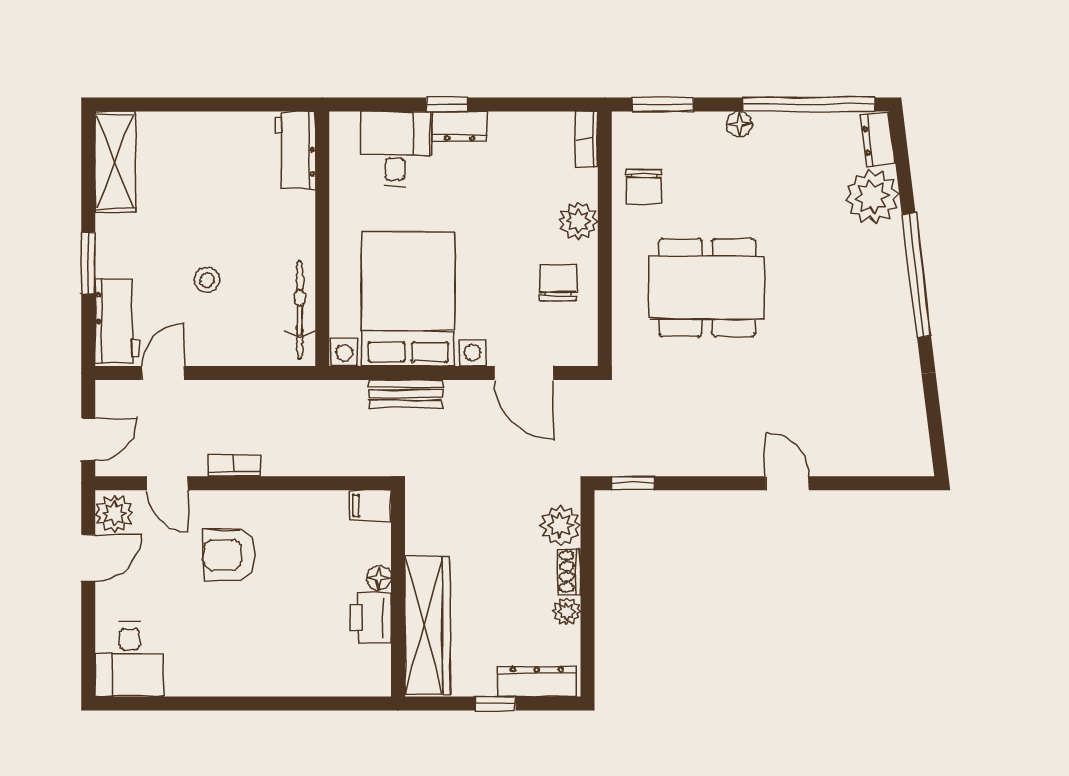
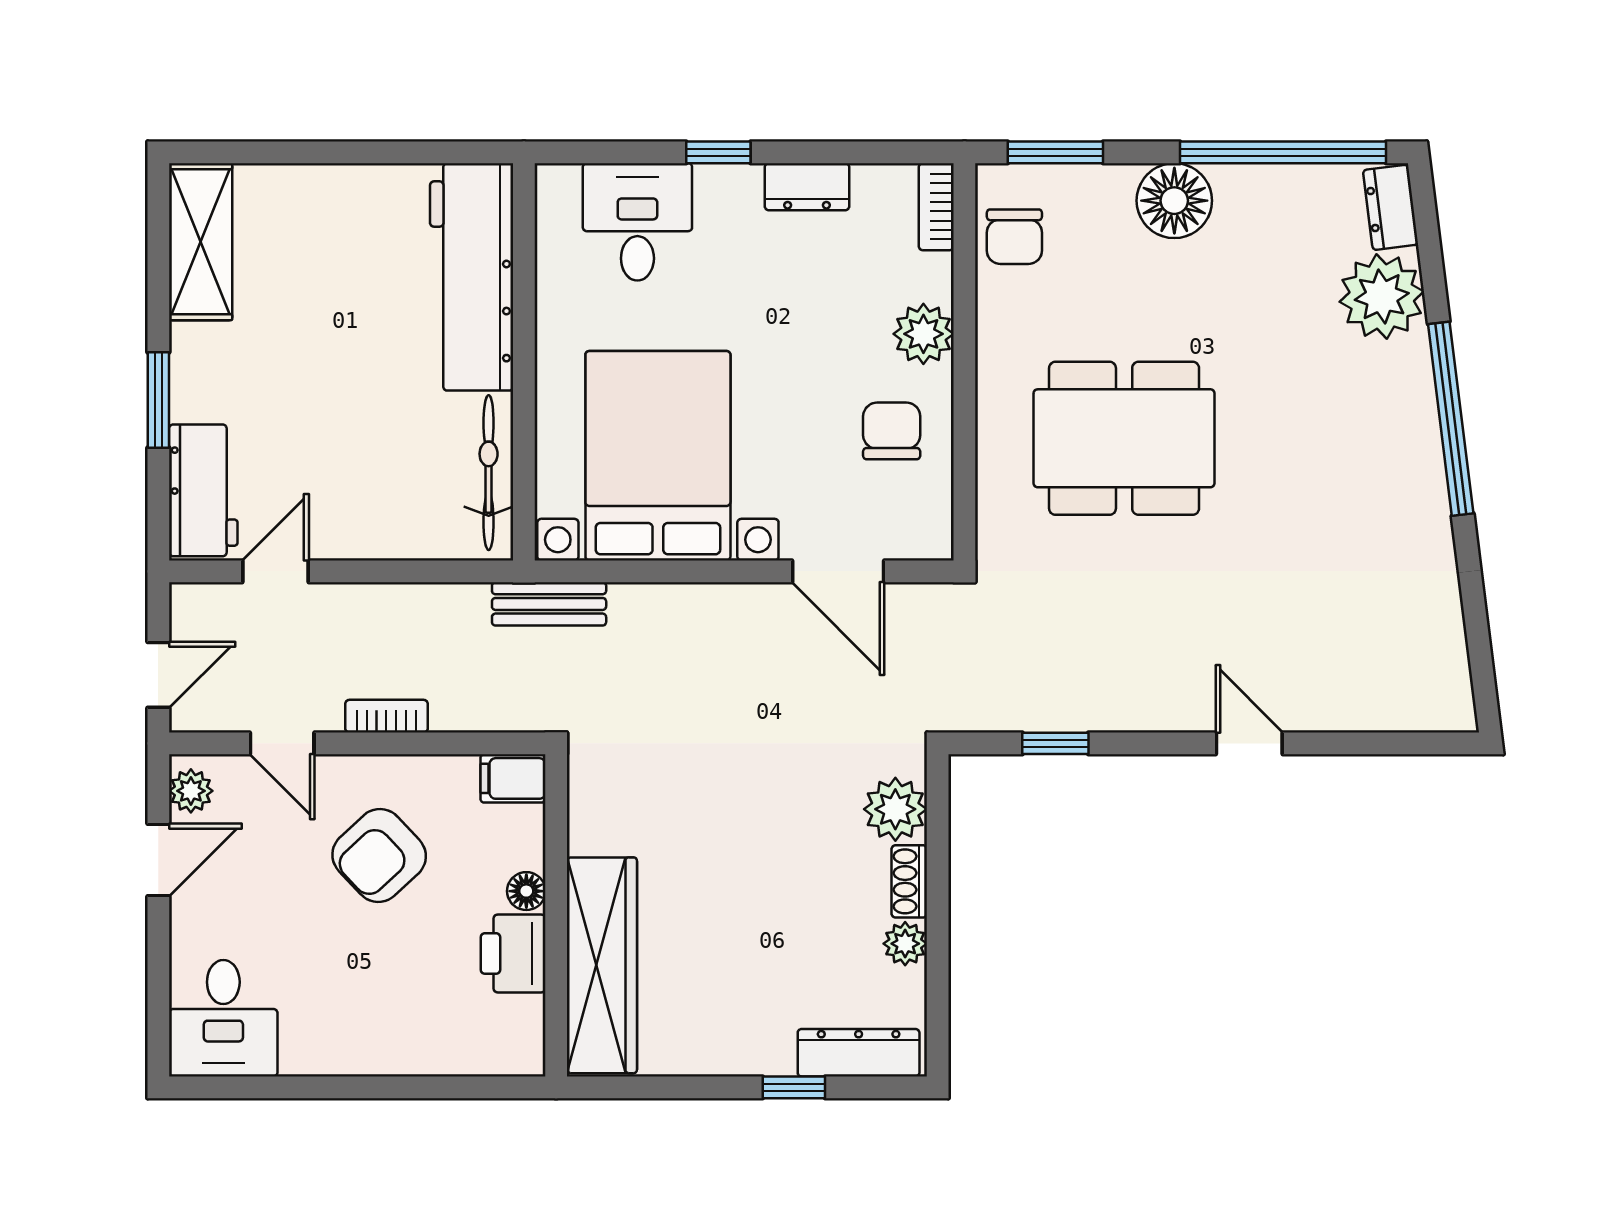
floor lamp: (739, 124) -> (1174, 201), width x1.89, depth x1.89
dresser: (460, 126) -> (807, 187), moved
workbench: (295, 150) -> (472, 277), width x1.88, depth x1.32
chair: (644, 186) -> (1014, 237), moved
stool: (207, 280) -> (344, 426), removed
bench: (406, 394) -> (549, 604), moved
window: (633, 483) -> (1055, 743), moved
filing cabinet: (370, 506) -> (513, 778), moved
plant: (114, 514) -> (191, 791), width x0.73, depth x0.73
armchair: (230, 555) -> (379, 855), turned -43
floor lamp: (379, 578) -> (526, 891), moved
wall: (398, 593) -> (556, 915), moved
printer: (371, 618) -> (513, 953), moved
wardrobe: (427, 625) -> (602, 965), moved

